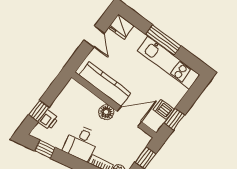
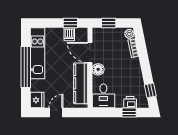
window: (163, 40) -> (26, 67), width x1.46
desk: (81, 143) -> (103, 96), moved, turned 101

